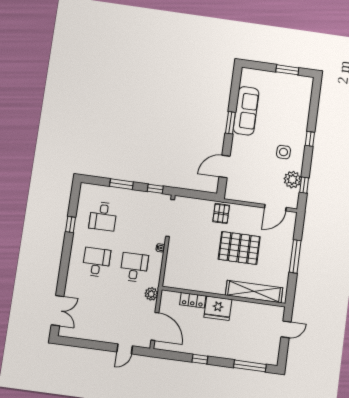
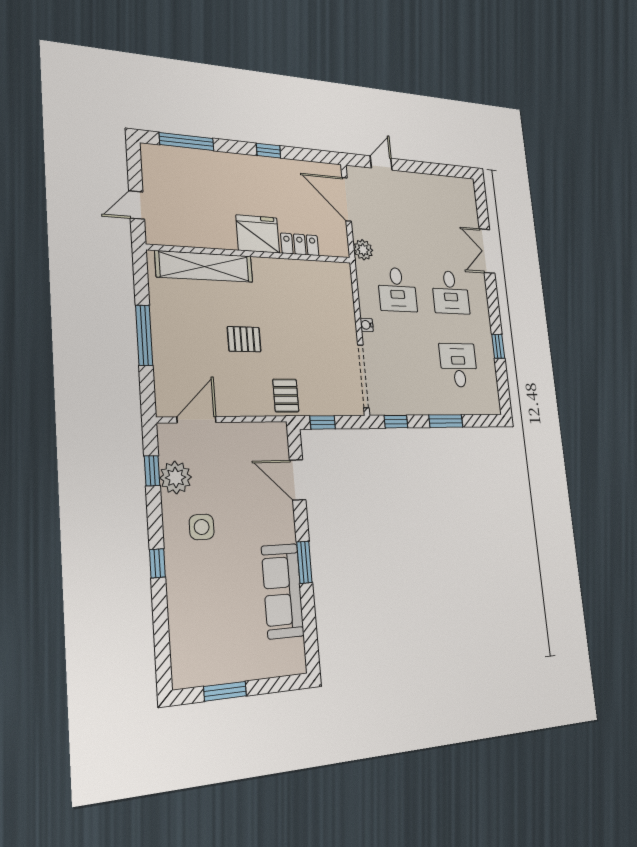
door: (225, 166) -> (298, 480), swing flipped
window: (202, 195) -> (323, 422), added
pallet: (239, 248) -> (244, 339), width x0.49, depth x0.50
double door: (58, 311) -> (487, 251), moved

